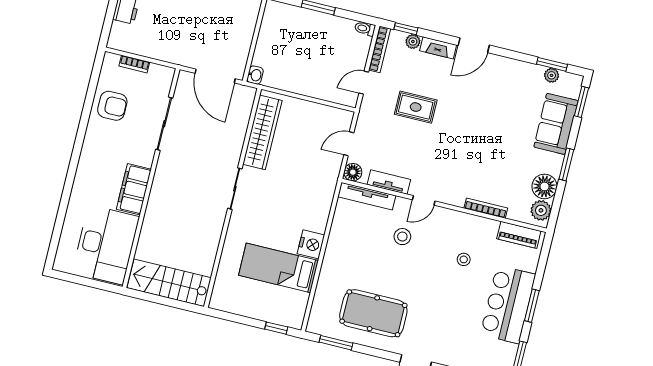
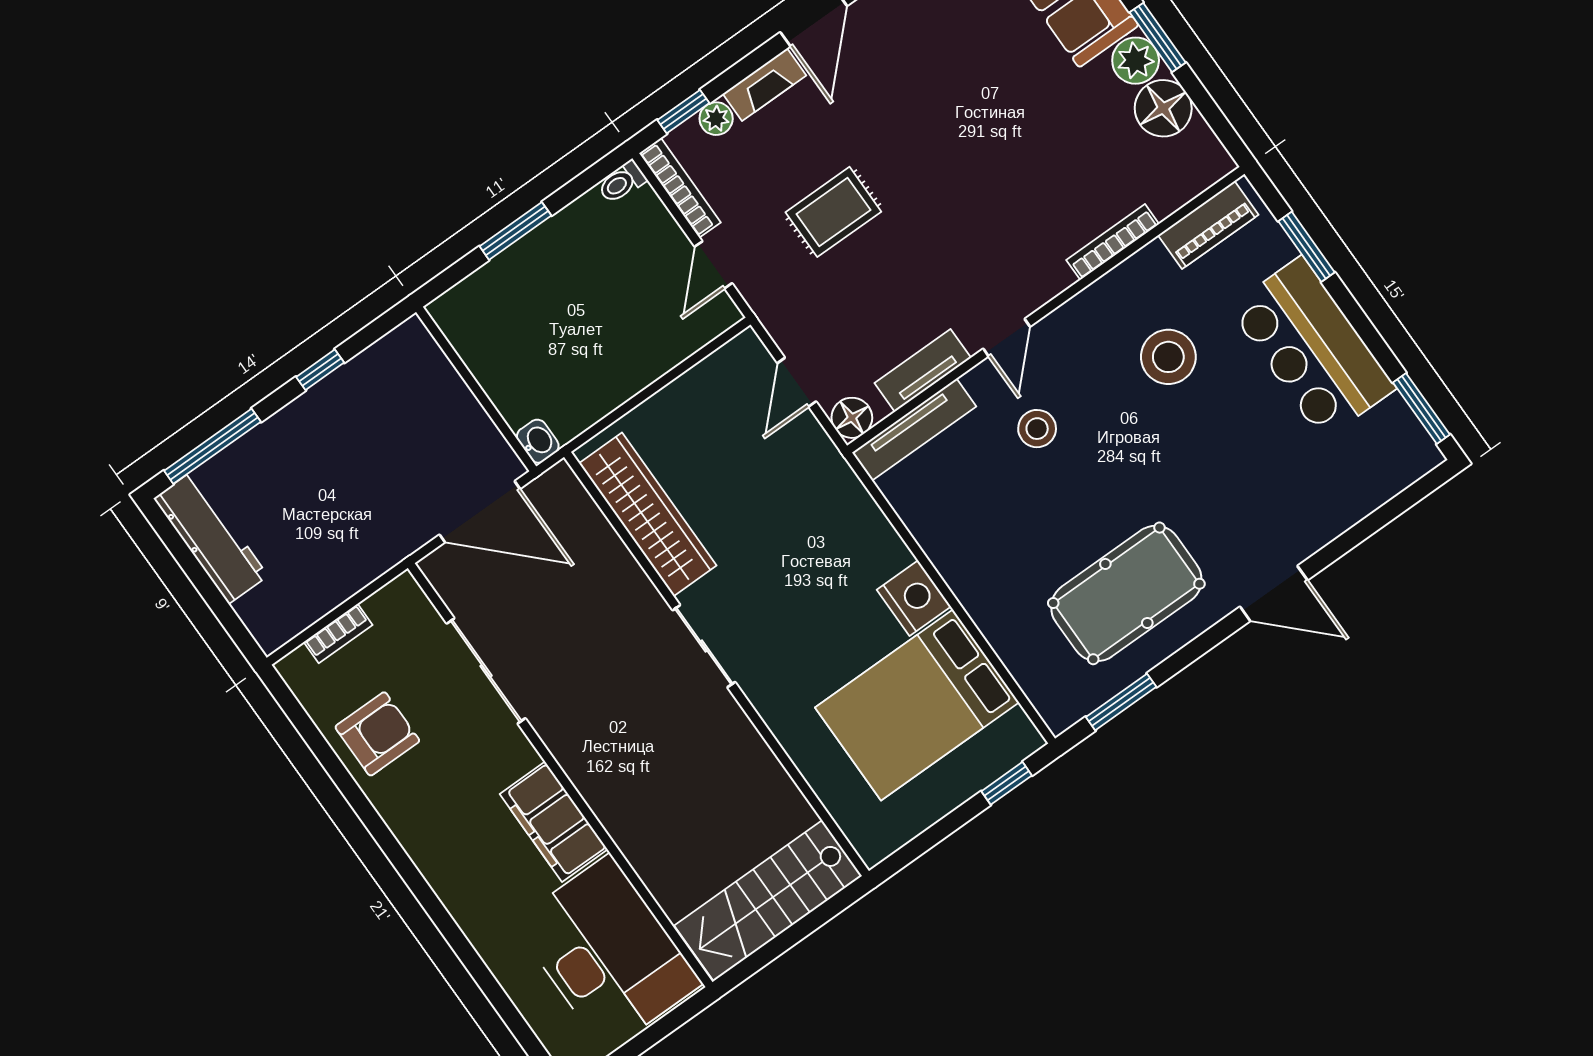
plant: (541, 210) -> (1136, 61), moved
stool: (464, 259) -> (1168, 357), width x1.89, depth x1.89
bed: (279, 268) -> (917, 705), width x1.50
window: (532, 306) -> (1306, 247), moved

